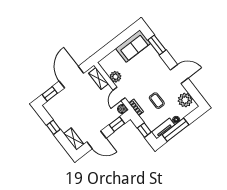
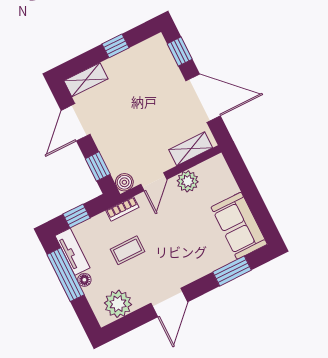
door: (119, 94) -> (154, 182), swing flipped

